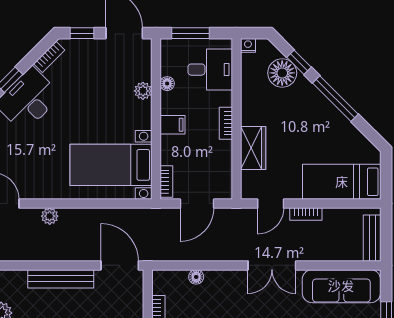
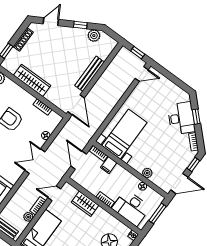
desk: (210, 70) -> (131, 208), width x1.37
filing cabinet: (172, 125) -> (109, 165), moved
door: (271, 204) -> (54, 193), hinge flipped
plant: (50, 216) -> (28, 217), moved
door: (120, 265) -> (76, 105), hinge flipped
double door: (272, 265) -> (35, 161), moved

